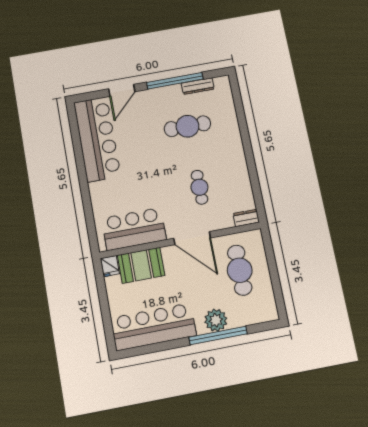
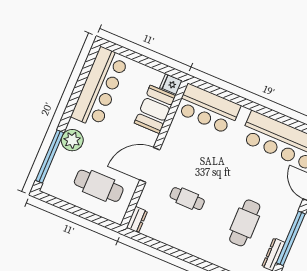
bar counter: (134, 229) -> (208, 109), moved, turned 90
window: (218, 335) -> (50, 156), moved

